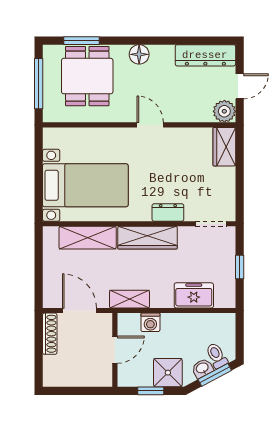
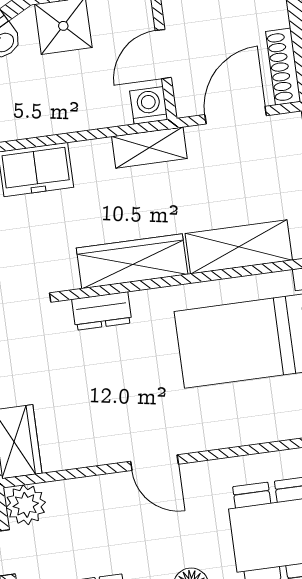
door: (79, 311) -> (236, 115), swing flipped
washing machine: (150, 322) -> (149, 105), moved

